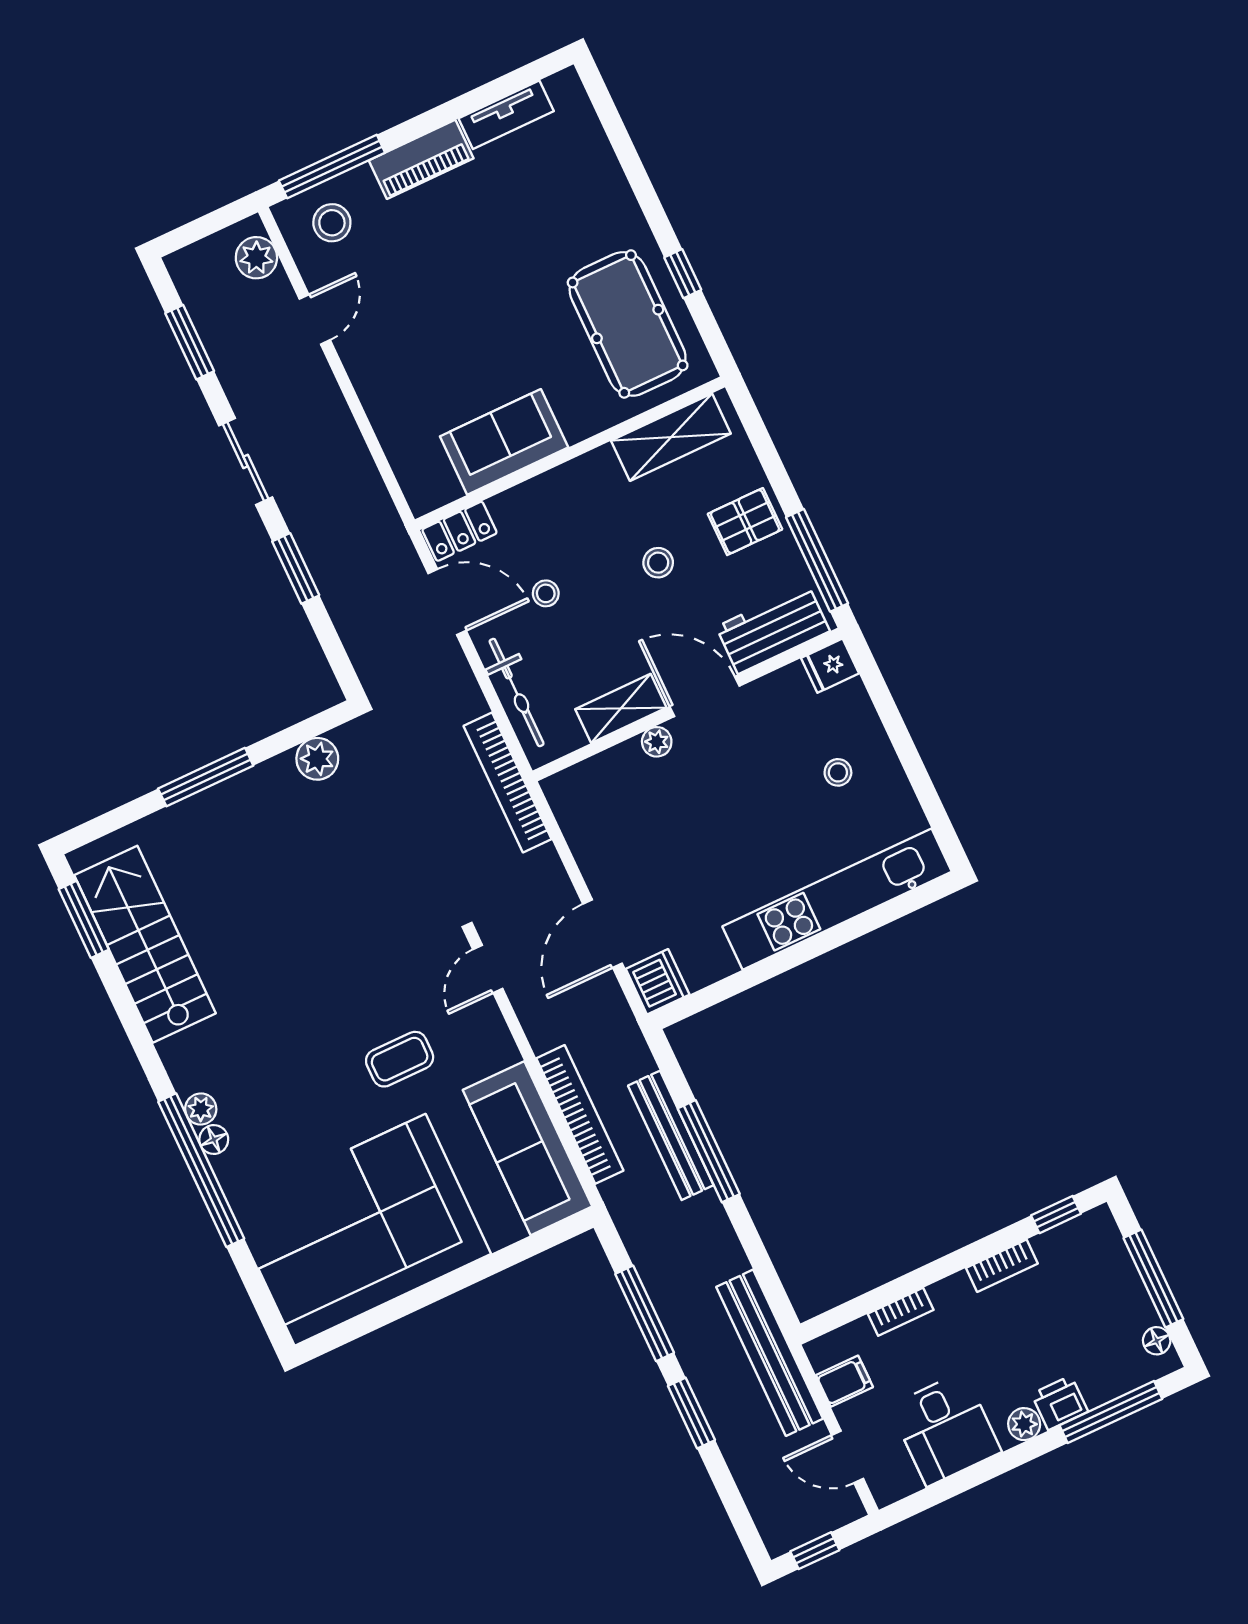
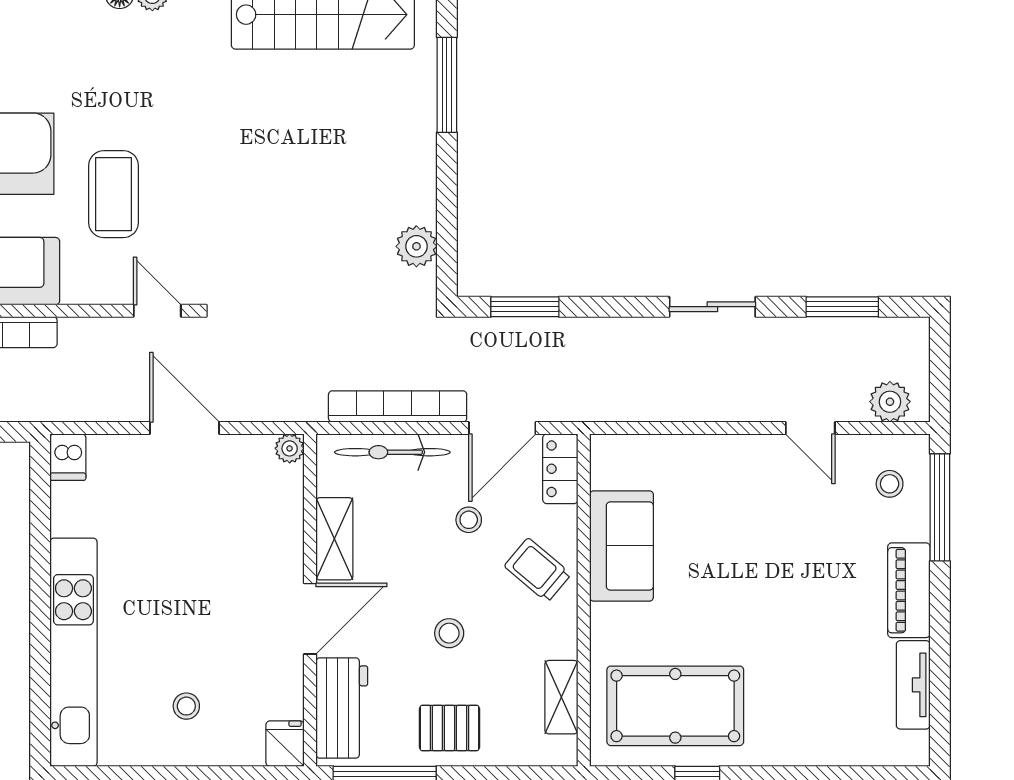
stool: (332, 223) -> (890, 484), width x0.73, depth x0.73
shelving: (671, 437) -> (561, 697), width x0.67, depth x0.75
trolley: (562, 509) -> (538, 570), added
pallet: (745, 522) -> (449, 728), turned 90
window: (296, 568) -> (525, 307), moved
plant: (657, 742) -> (290, 448), moved
window: (206, 777) -> (447, 85), moved
bookcase: (508, 782) -> (398, 406), moved
door: (602, 934) -> (184, 428), moved
dishwasher: (658, 982) -> (68, 457), width x0.73
coffee table: (400, 1059) -> (114, 194), width x1.36, depth x1.30

